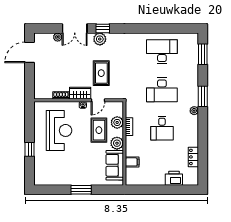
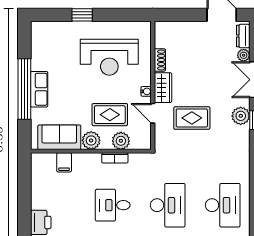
dresser: (44, 37) -> (243, 36), added
desk: (162, 90) -> (168, 205), turned 180
row of seats: (81, 179) -> (39, 89), added
window: (81, 190) -> (24, 89), width x2.11

